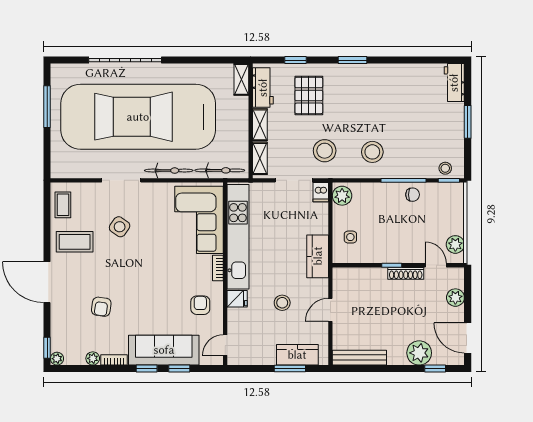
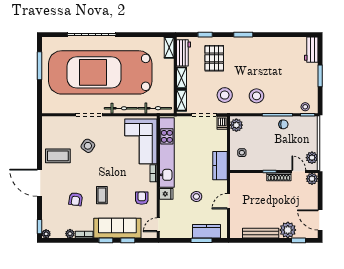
coffee table: (63, 205) -> (102, 195), moved
plant: (455, 298) -> (312, 179), moved
bench: (359, 358) -> (261, 233), moved

